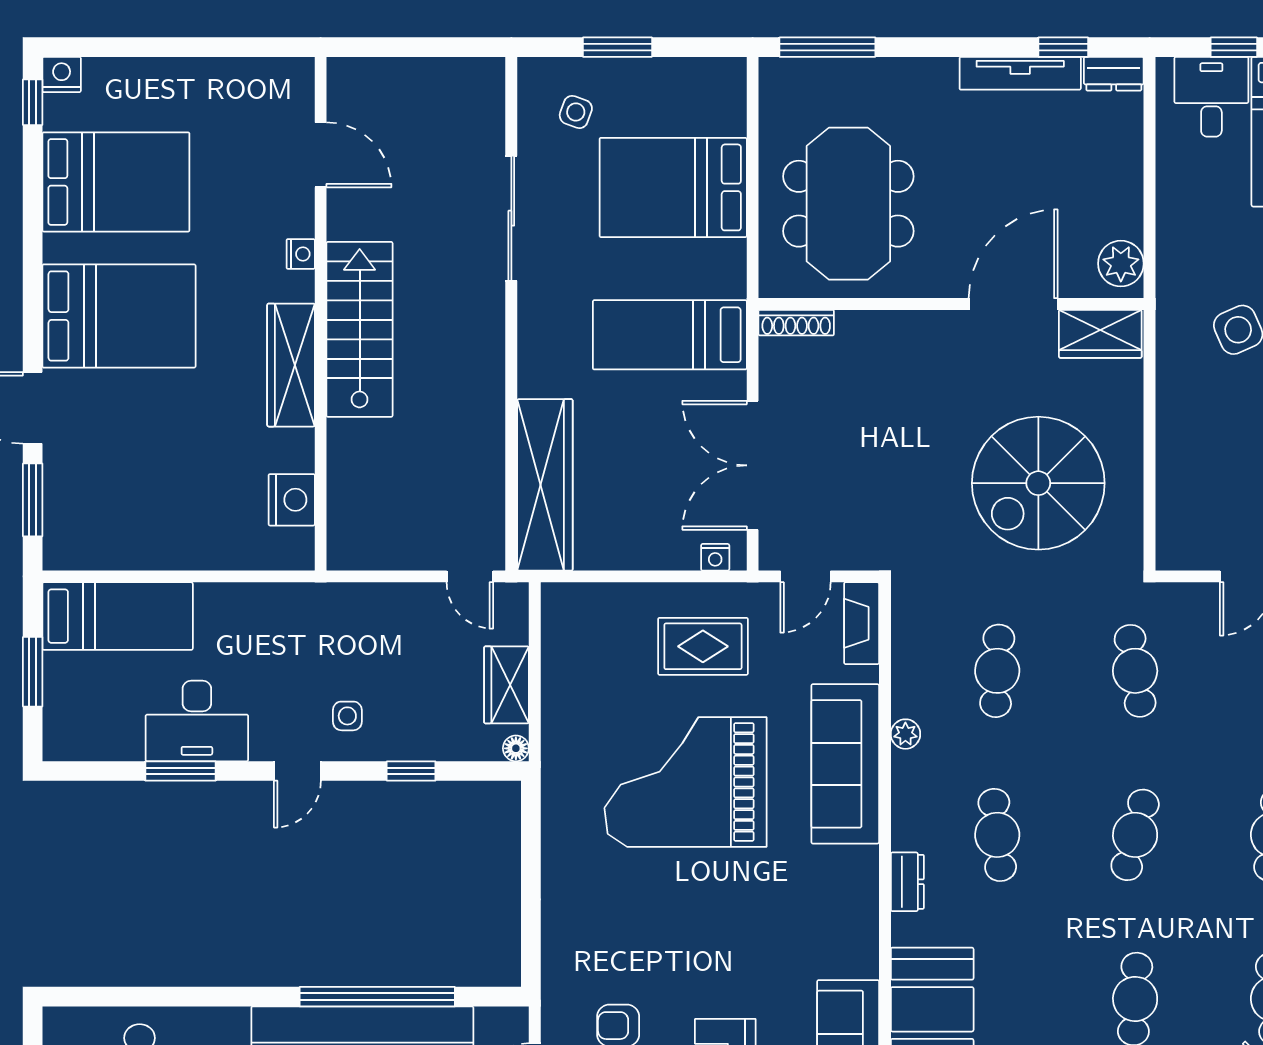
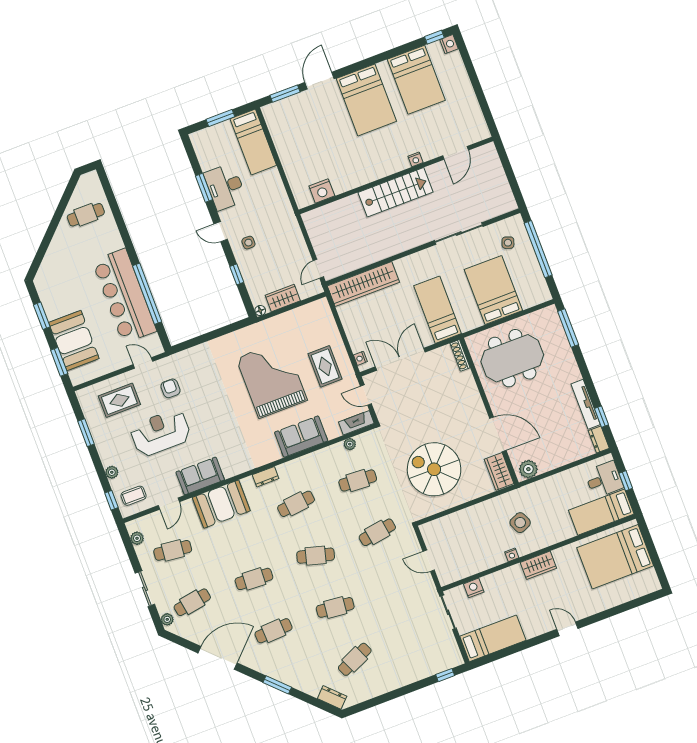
window: (617, 47) -> (538, 249), width x2.11
wardrobe: (291, 365) -> (372, 172), removed
plant: (905, 734) -> (350, 444), moved
sofa: (845, 764) -> (301, 437), width x0.73

